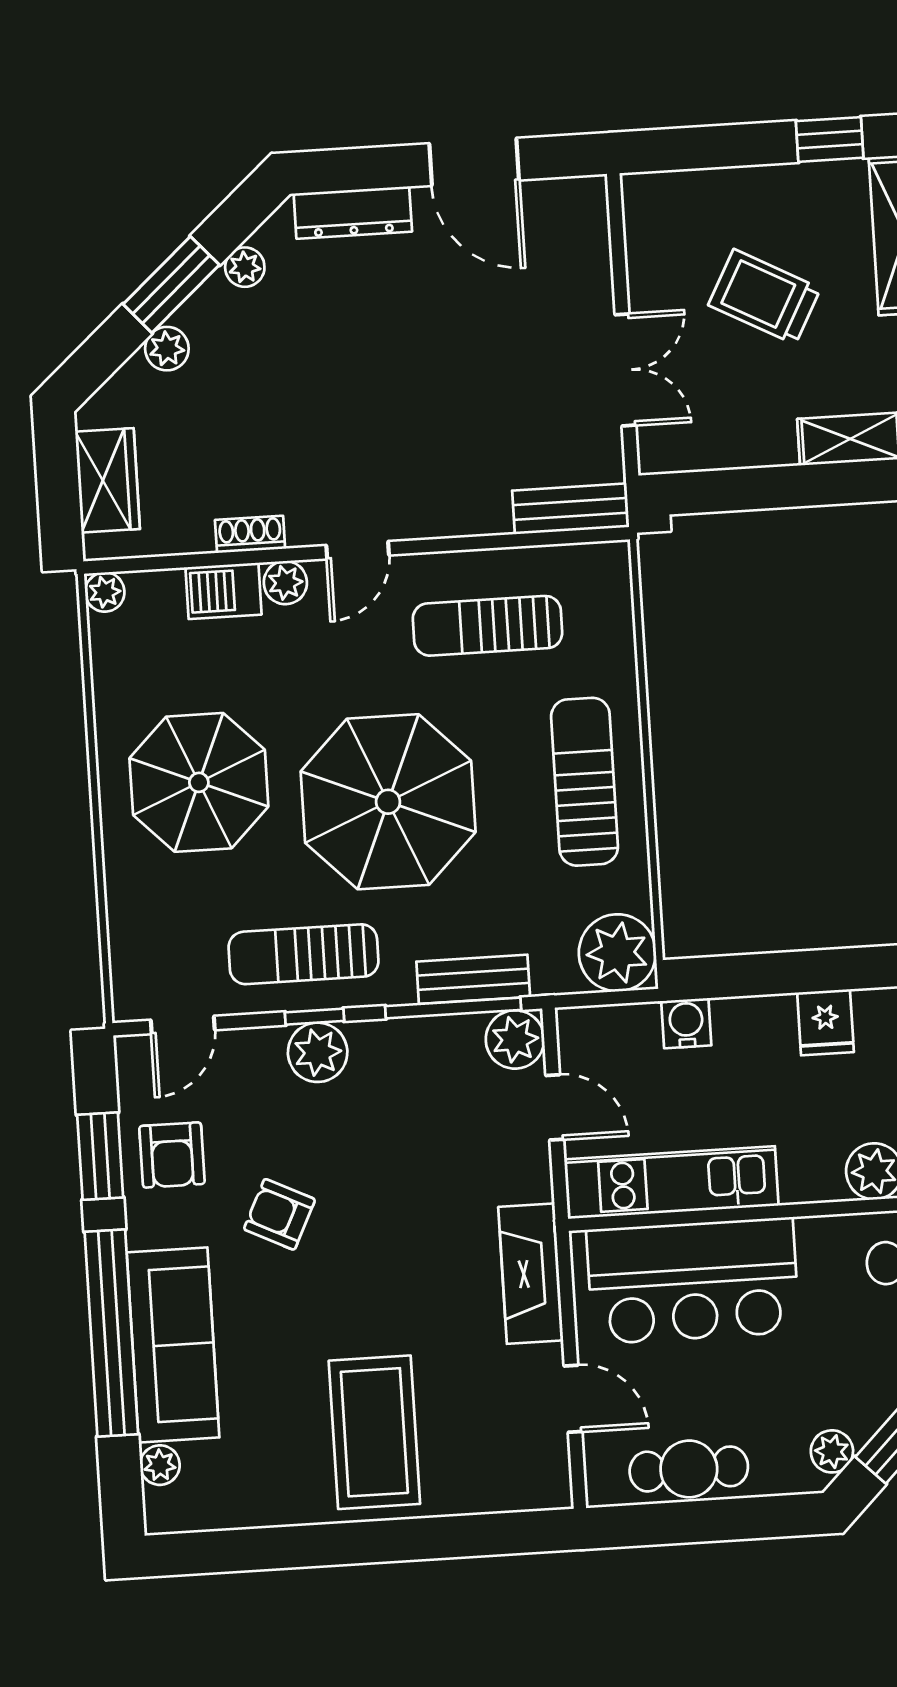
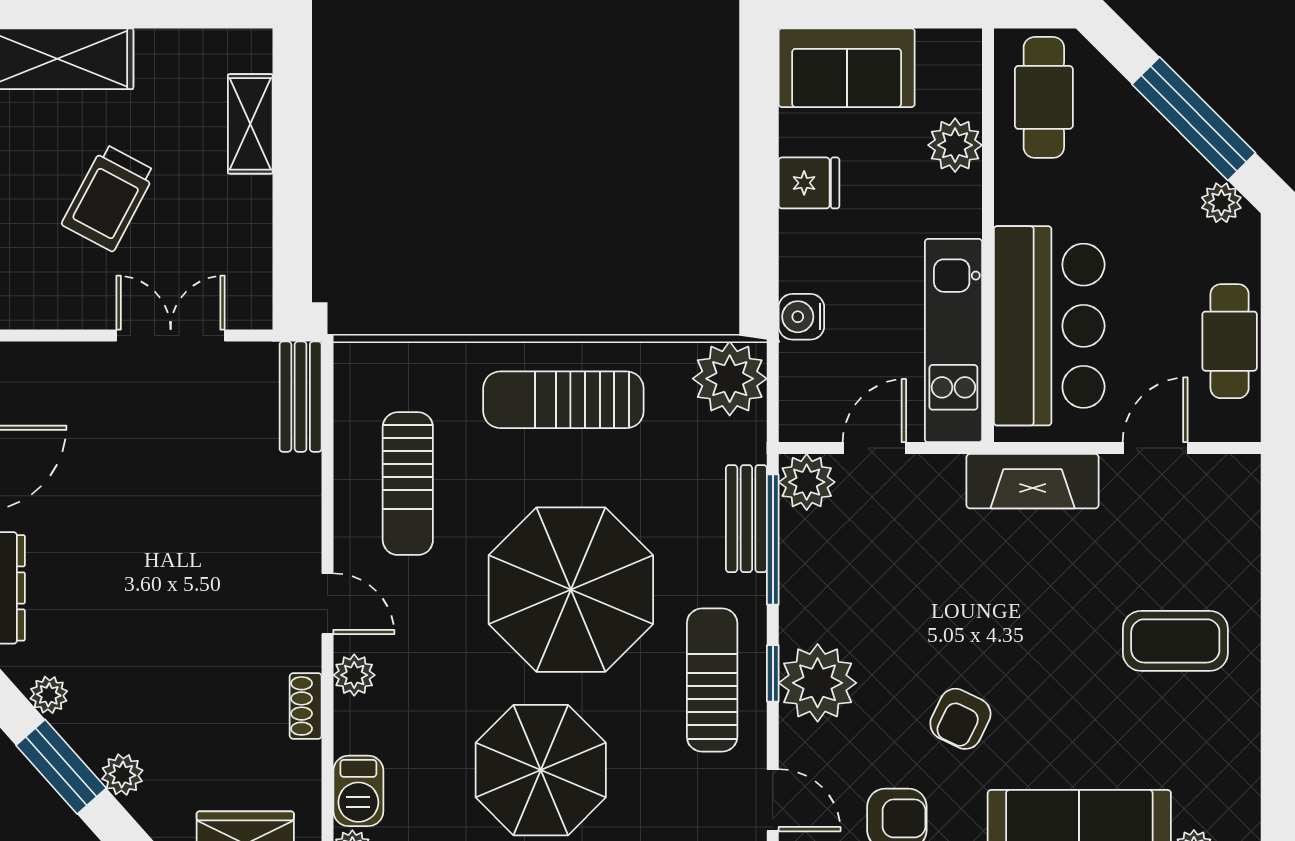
barbecue: (223, 591) -> (358, 791), moved
sun lounger: (303, 954) -> (712, 680), turned 180
plant: (318, 1052) -> (818, 683), width x1.36, depth x1.36
coffee table: (374, 1432) -> (1175, 641), width x0.73, depth x0.76

